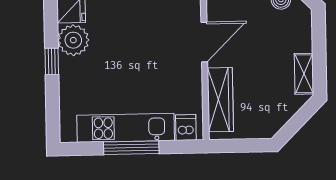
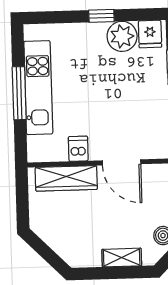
shelving: (304, 74) -> (122, 258), moved
dishwasher: (186, 127) -> (78, 149), moved, turned -90

